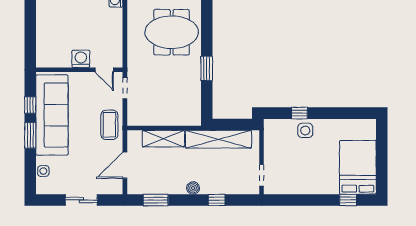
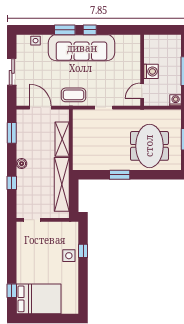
washing machine: (81, 59) -> (151, 71), moved
wall: (79, 70) -> (142, 70), moved
door: (104, 70) -> (142, 91), moved

